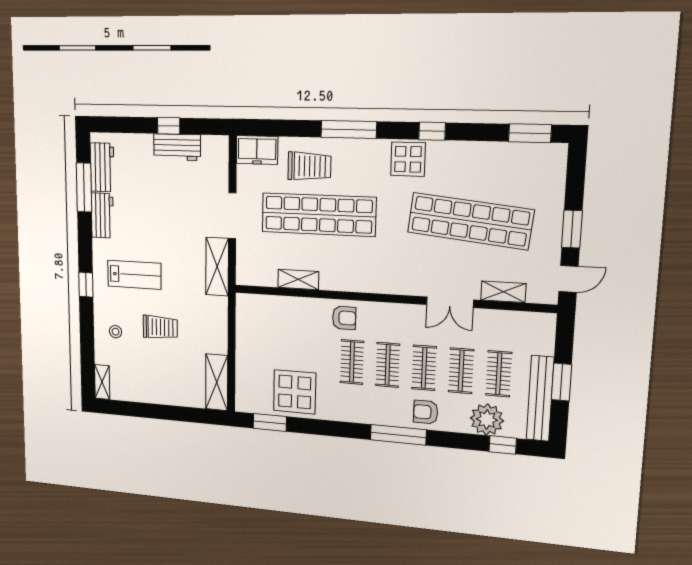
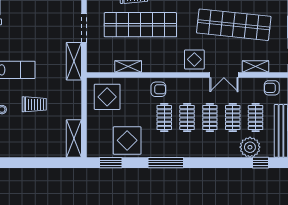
display table: (403, 275) -> (194, 59), added
display table: (266, 324) -> (107, 97), added
armchair: (426, 412) -> (272, 88), moved
window: (398, 435) -> (166, 163), moved

